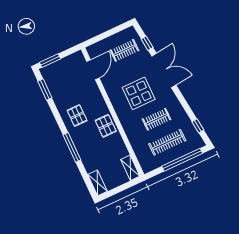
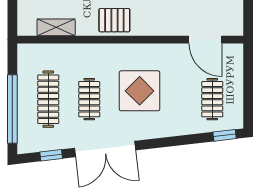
window: (147, 43) -> (225, 135), moved
double door: (164, 70) -> (105, 149), moved
shelving: (130, 168) -> (56, 27), moved

